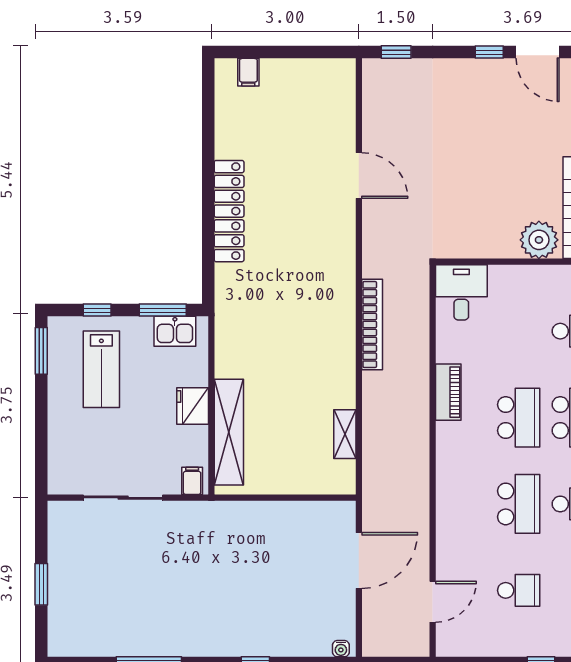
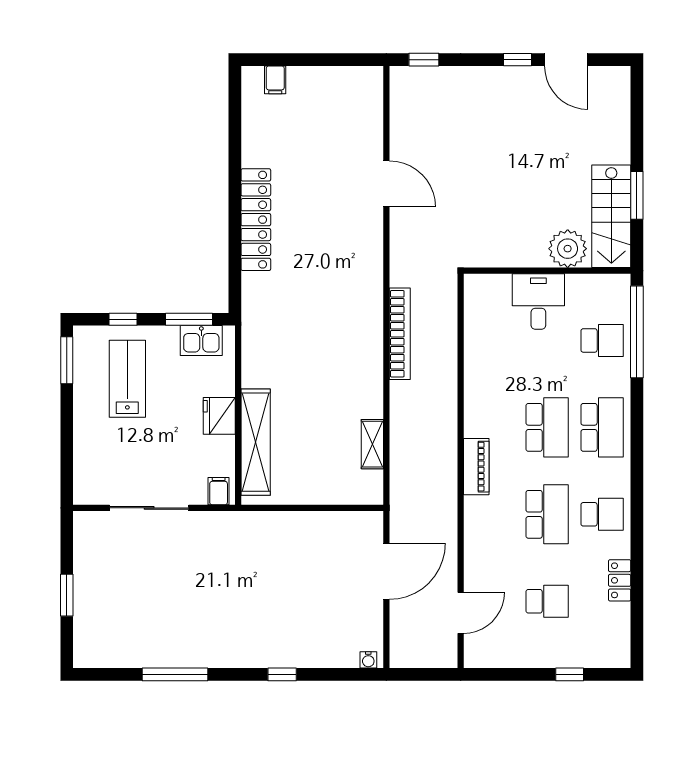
desk: (461, 292) -> (538, 301), moved
lab bench: (101, 369) -> (127, 379), turned 180
piano: (448, 392) -> (476, 467), moved

